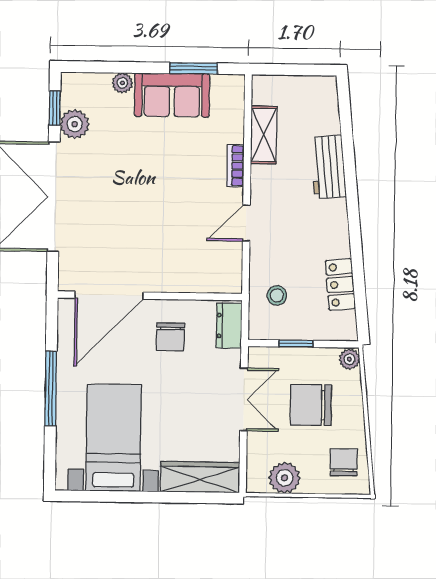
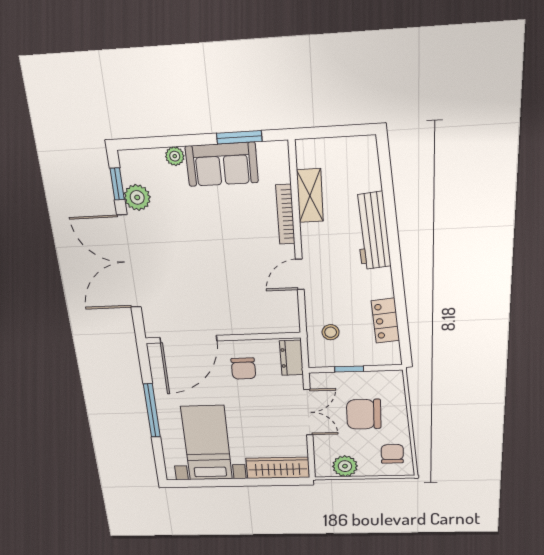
bookcase: (235, 166) -> (285, 215), width x1.56
workbench: (328, 167) -> (372, 231), width x1.37
plant: (349, 359) -> (395, 379), removed

